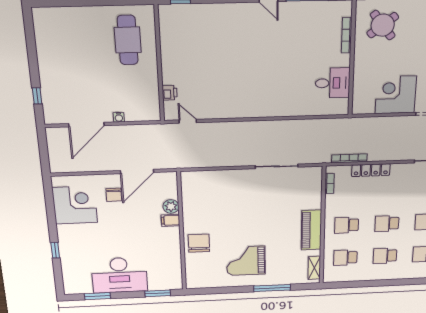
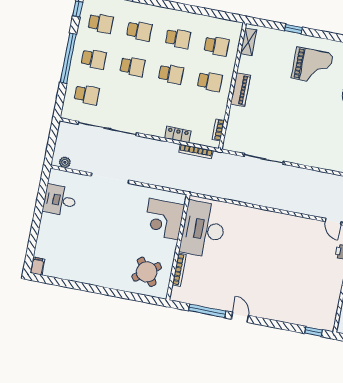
desk: (333, 83) -> (203, 229), width x1.87, depth x1.30
corner desk: (396, 95) -> (164, 219), moved, turned 90
locker: (371, 170) -> (178, 135), width x0.66
piano: (311, 230) -> (240, 90), width x0.73, depth x0.75
window: (272, 288) -> (293, 29), width x0.46

